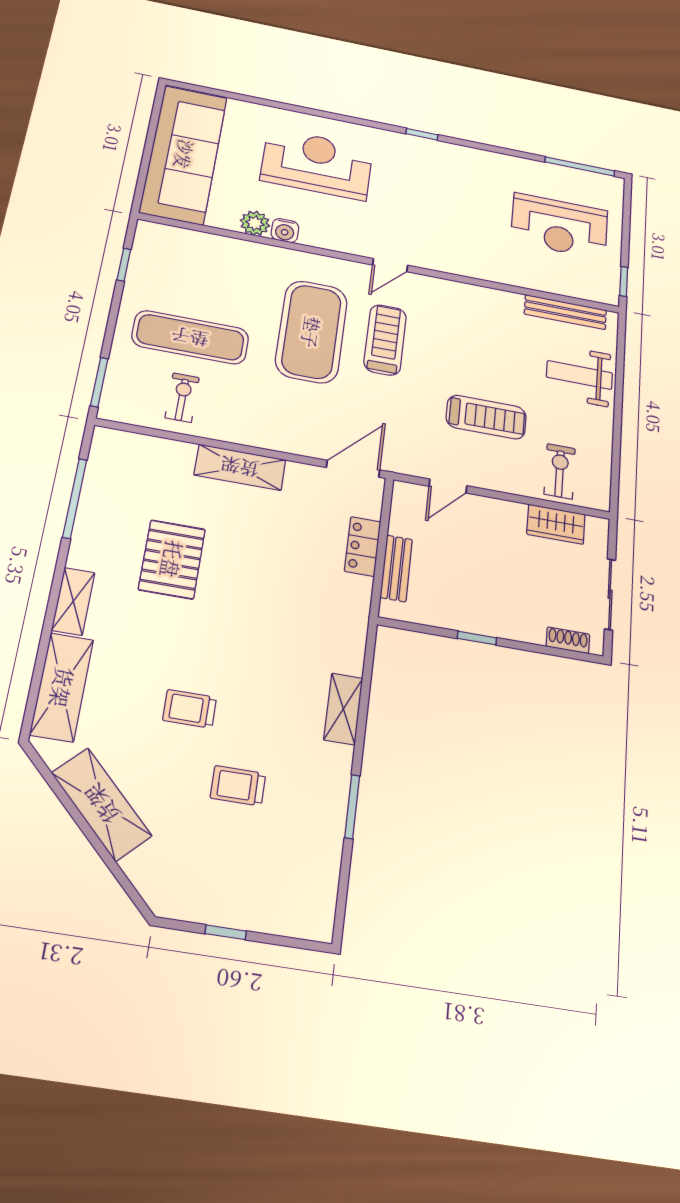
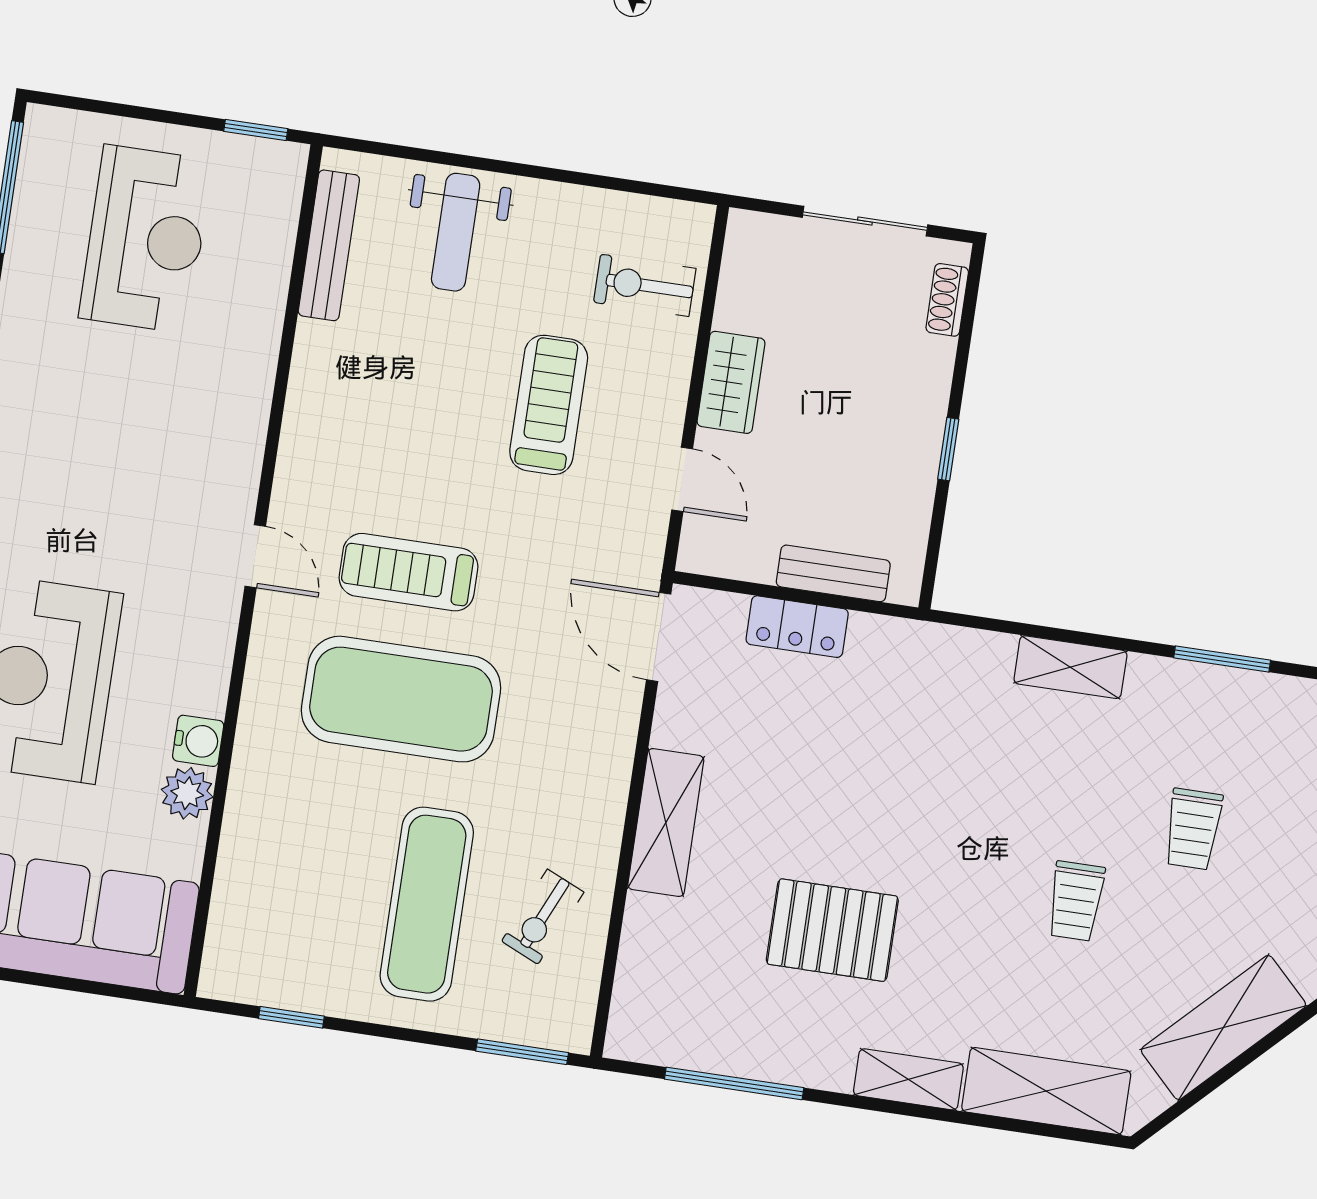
exercise bike: (182, 398) -> (543, 917), turned -66
wardrobe: (556, 524) -> (731, 382), moved

